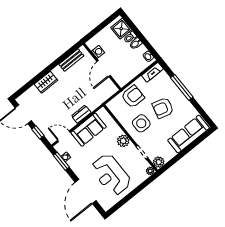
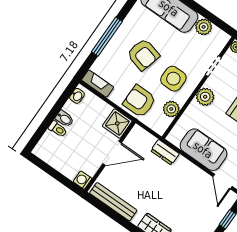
shower: (121, 29) -> (117, 123), moved
washing machine: (98, 52) -> (83, 180), moved
bench: (71, 60) -> (113, 202), width x1.36
dresser: (81, 114) -> (165, 152), moved
plant: (122, 116) -> (171, 109), added
plant: (159, 162) -> (204, 27), moved

